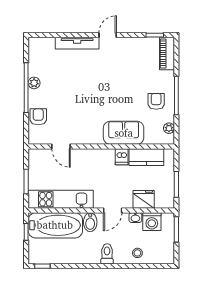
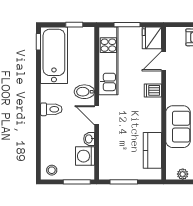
dishwasher: (122, 157) -> (153, 90), moved
fridge: (144, 199) -> (152, 38), moved, turned 180
bathtub: (55, 225) -> (54, 55), moved, turned 180
stool: (137, 253) -> (52, 170), moved

